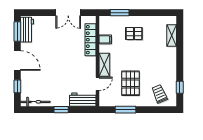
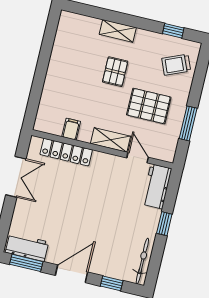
window: (120, 13) -> (35, 97), removed
pallet: (134, 33) -> (115, 72), moved
shelving: (172, 36) -> (118, 31), moved

